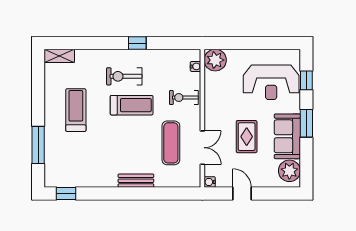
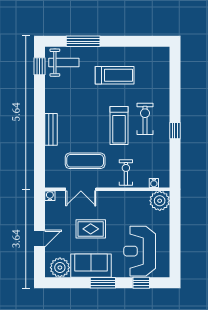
shelving: (59, 56) -> (163, 60), removed
weight bench: (62, 166) -> (64, 63), added
door: (242, 193) -> (40, 239), moved

